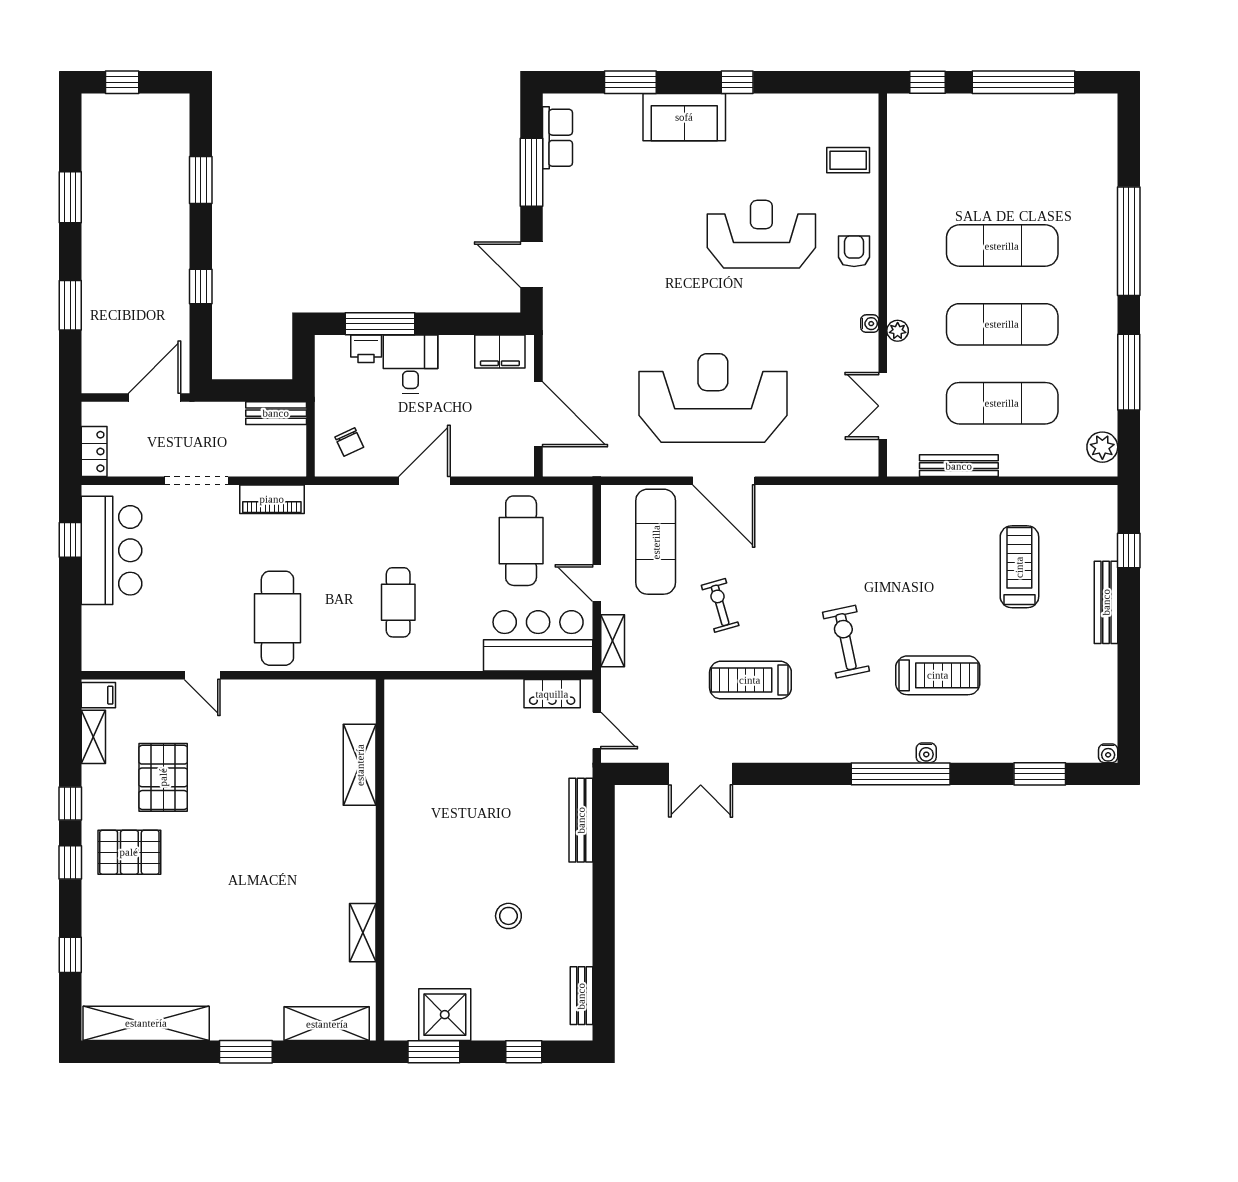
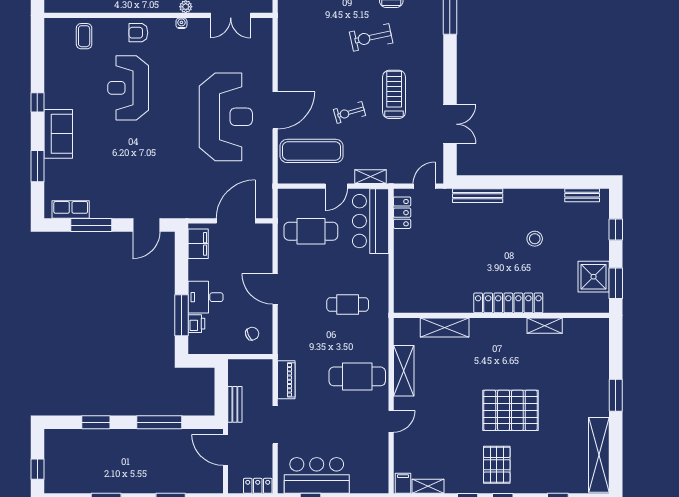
window: (201, 286) -> (159, 422), width x2.17
reception desk: (713, 398) -> (226, 117), turned 180
bench: (276, 413) -> (235, 404), moved
treadmill: (750, 680) -> (394, 94), turned 180
pallet: (163, 777) -> (510, 410), moved, width x1.37, depth x1.41
locker: (401, 872) -> (508, 303), added
shelving: (327, 1024) -> (404, 371), moved

